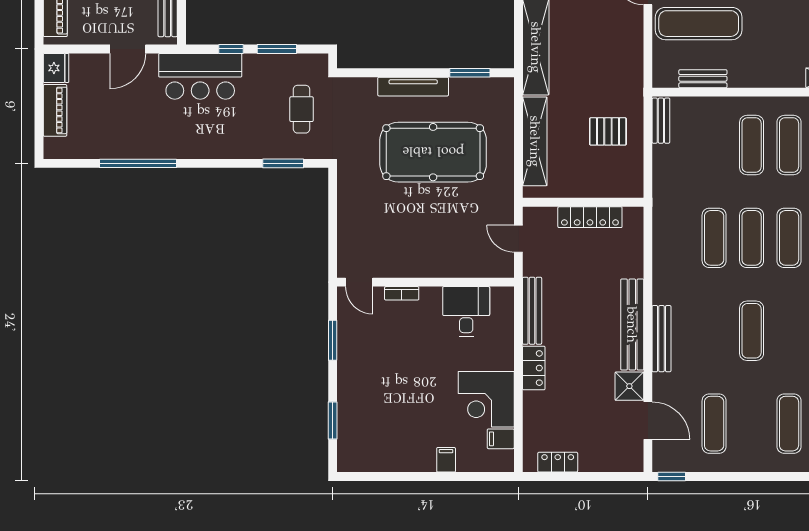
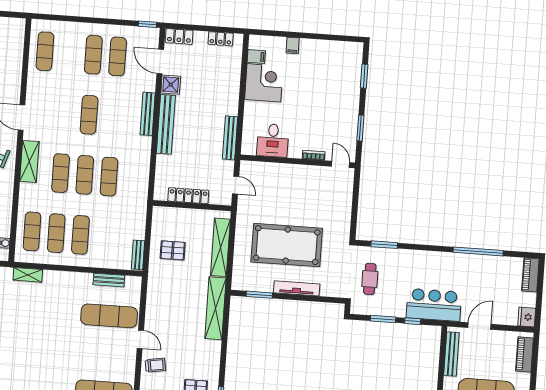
piano: (55, 110) -> (530, 275), moved
locker: (534, 368) -> (179, 37), moved, turned -90
exercise mat: (789, 424) -> (93, 55), moved

